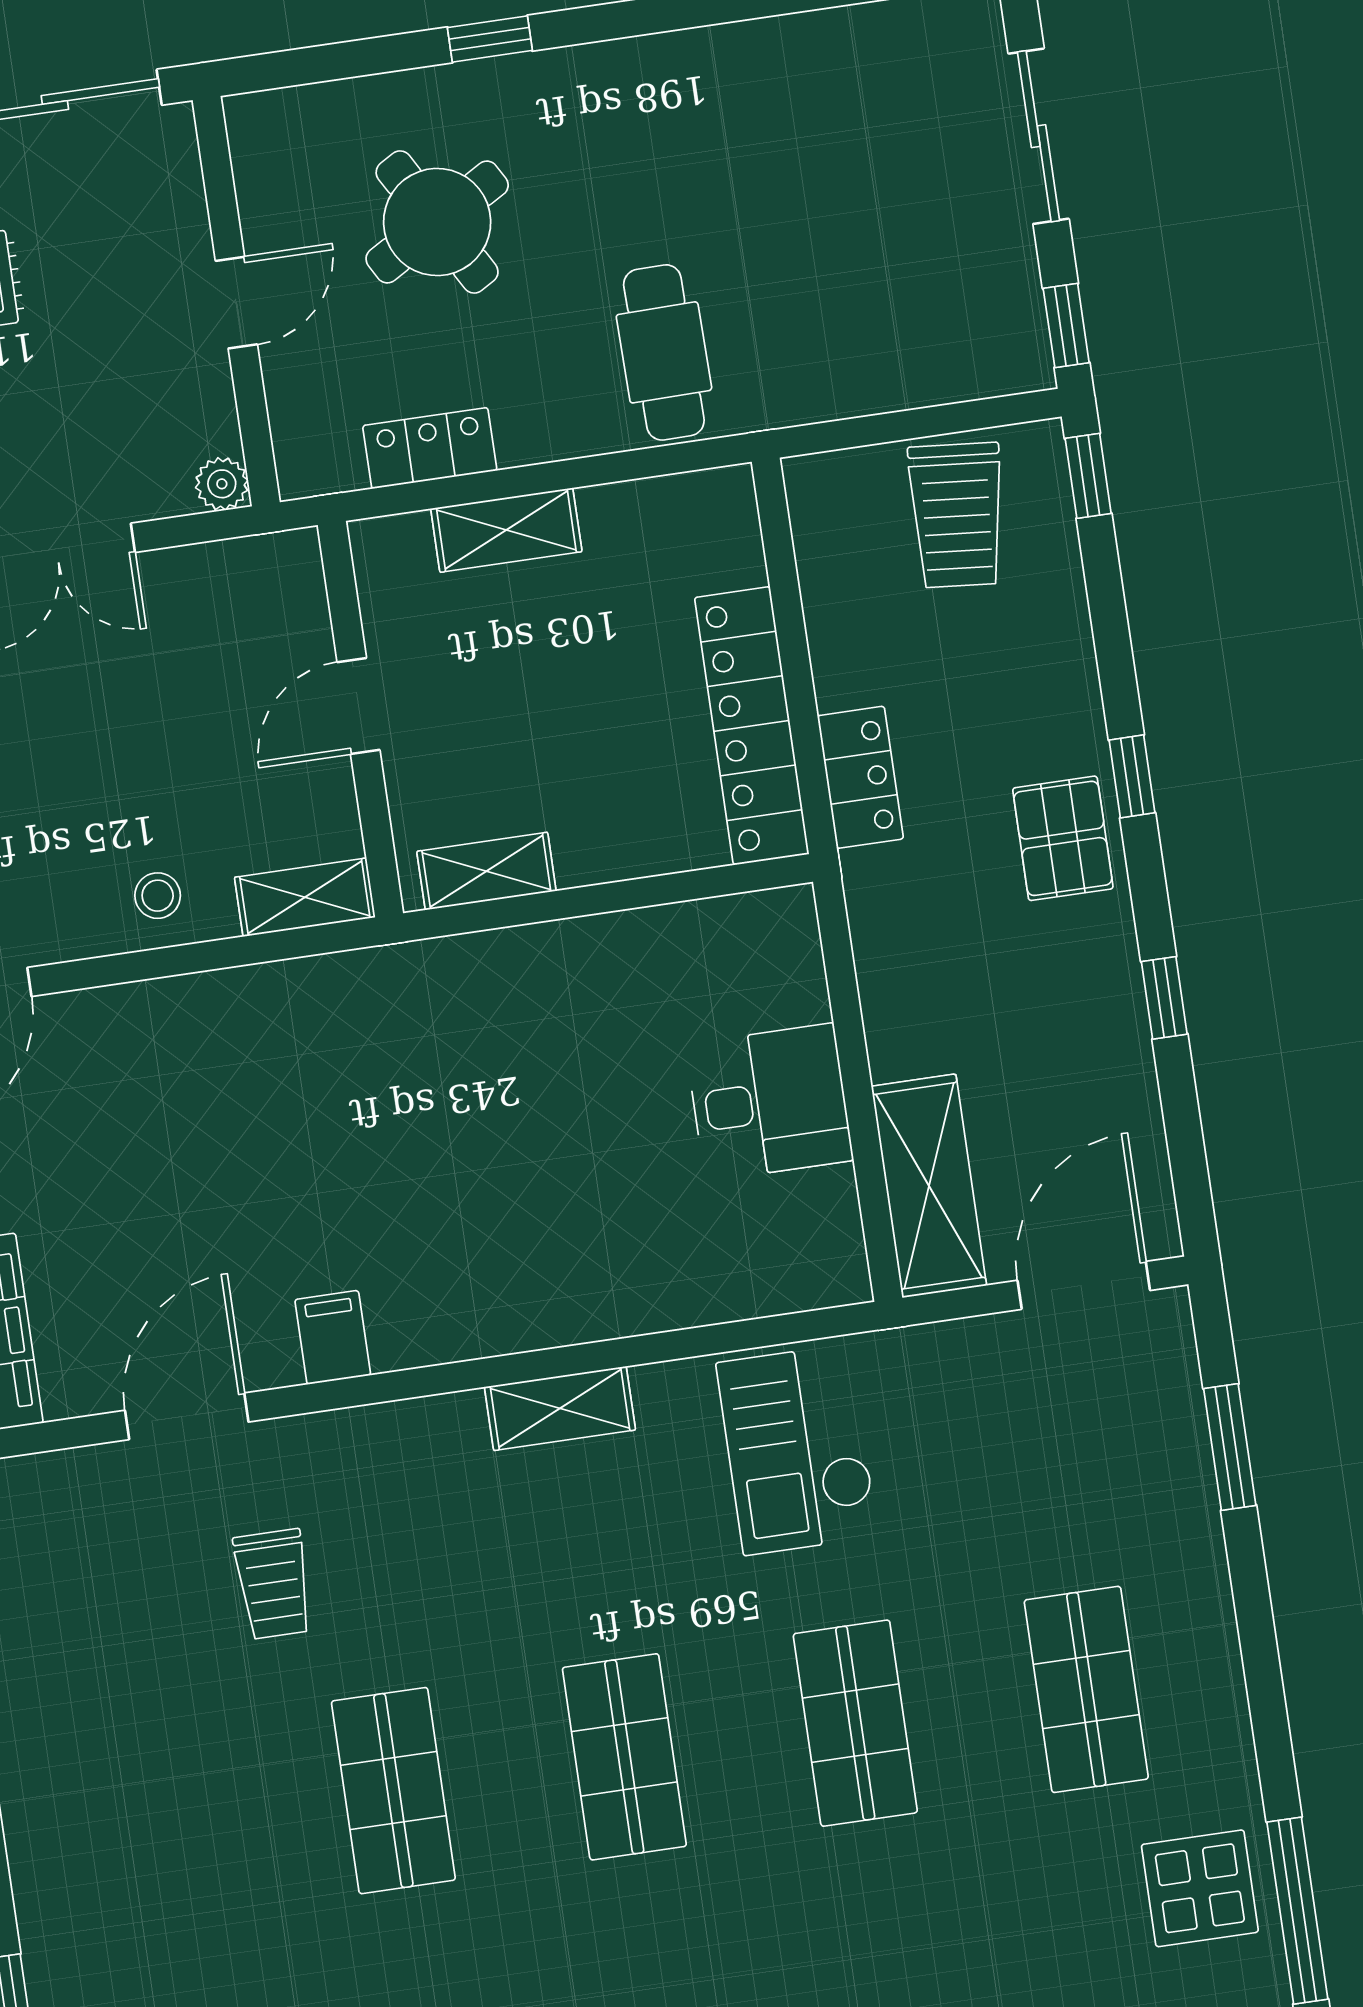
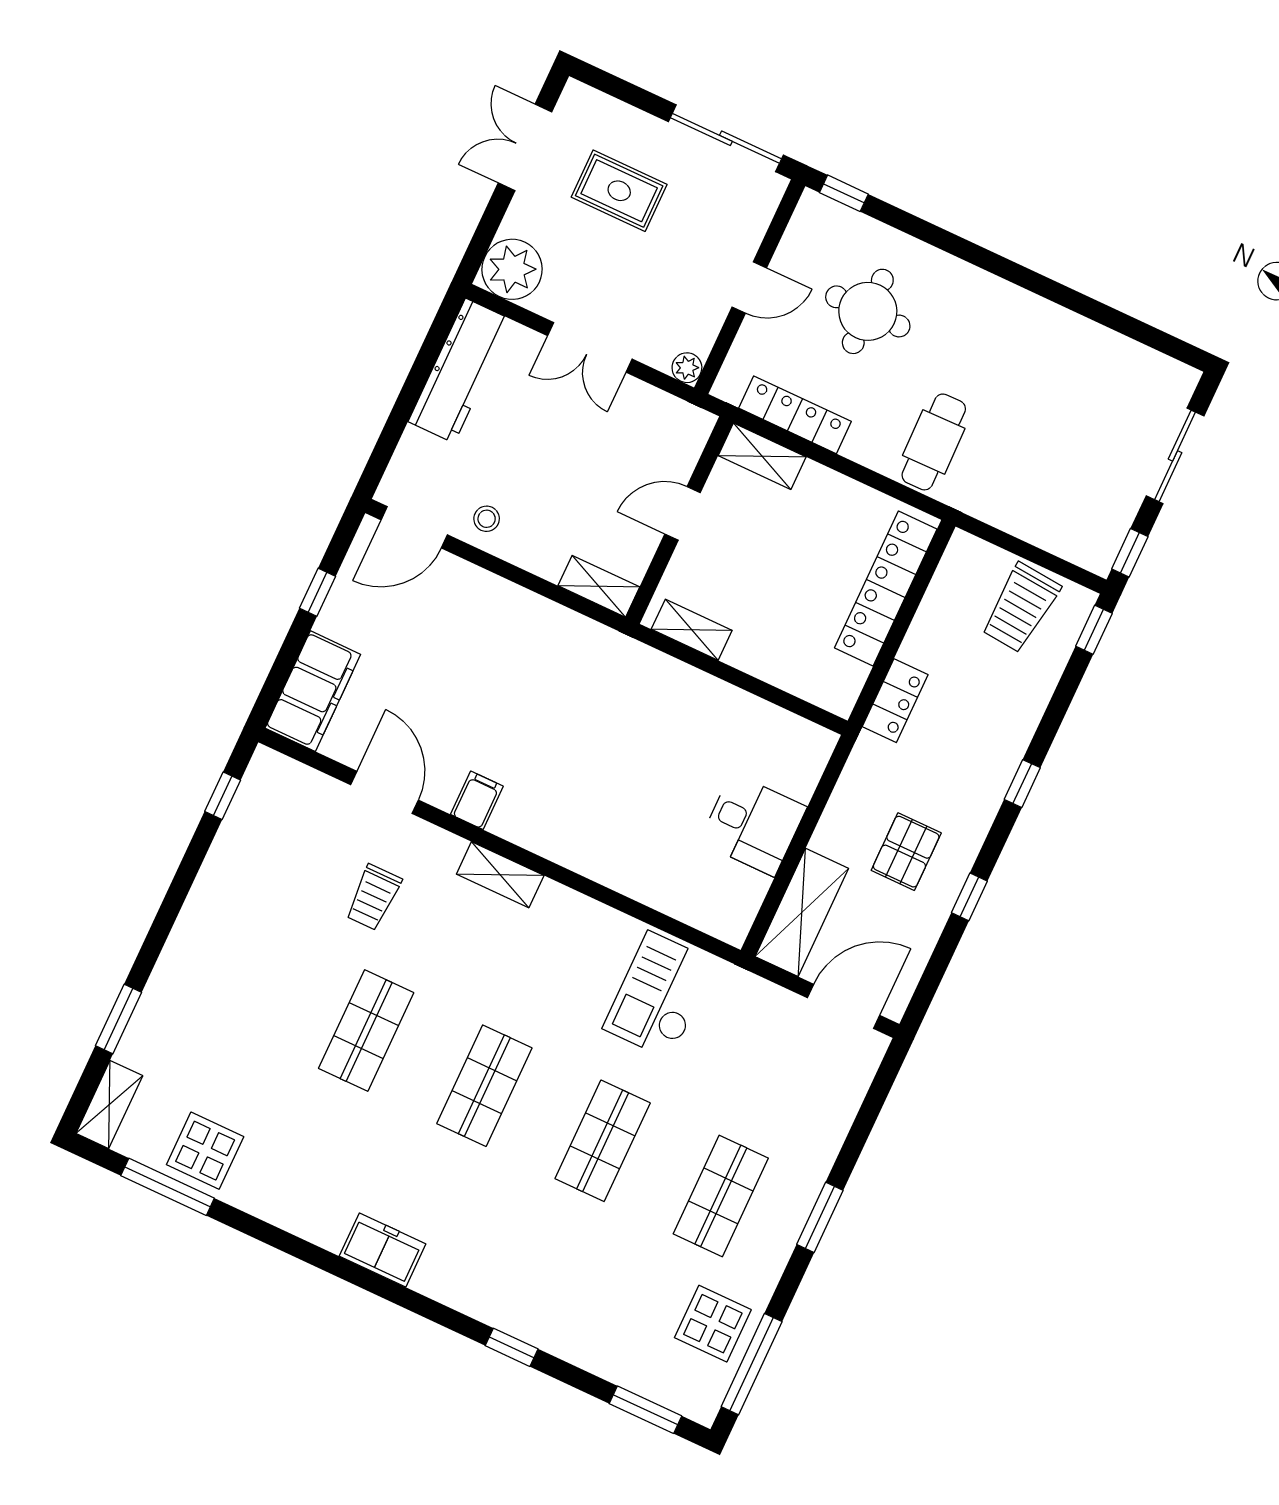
window: (490, 39) -> (844, 193), moved
round table: (437, 222) -> (868, 311), turned 30
locker: (430, 448) -> (795, 415), width x1.53
shelving: (506, 530) -> (762, 456), moved
locker: (752, 726) -> (886, 588), moved
pallet: (1063, 838) -> (906, 852), moved
stool: (158, 896) -> (487, 519), moved
shelving: (560, 1408) -> (500, 875), moved
door: (187, 1416) -> (384, 792), hinge flipped
window: (1230, 1447) -> (820, 1217), moved

